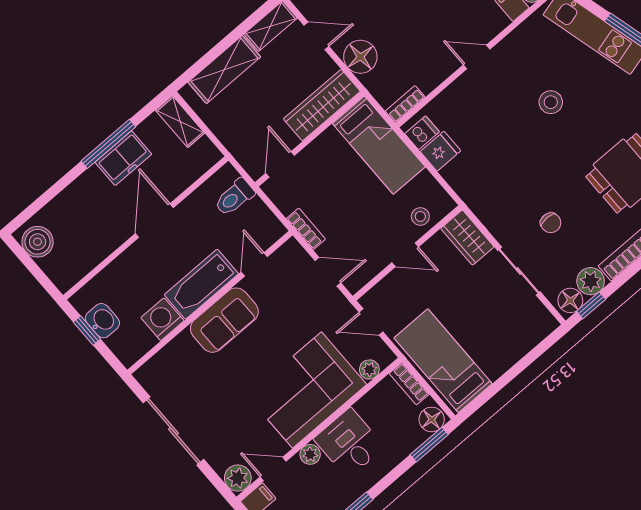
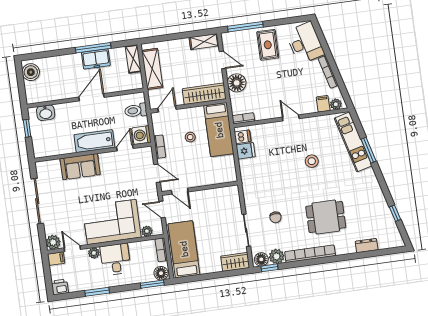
shelving: (224, 70) -> (152, 69), moved, turned 90
stool: (420, 216) -> (190, 137), moved
wardrobe: (467, 238) -> (235, 262), moved, turned 90
door: (405, 255) -> (180, 191), moved
washing machine: (162, 319) -> (141, 135), moved, turned -90
sofa: (224, 320) -> (80, 167), moved
washbasin: (102, 321) -> (46, 113), moved, turned 90

